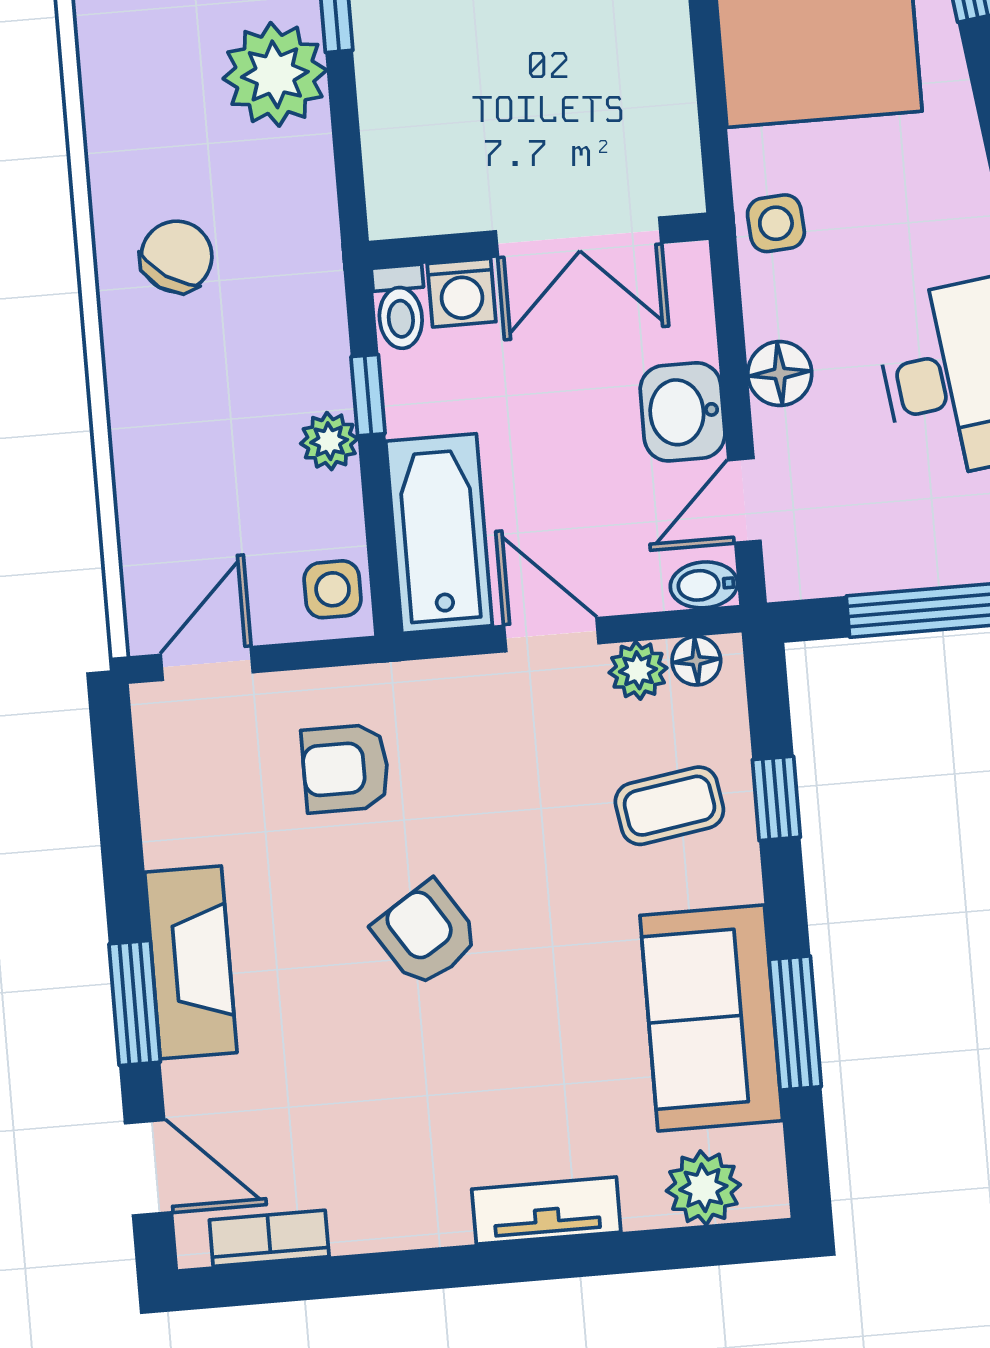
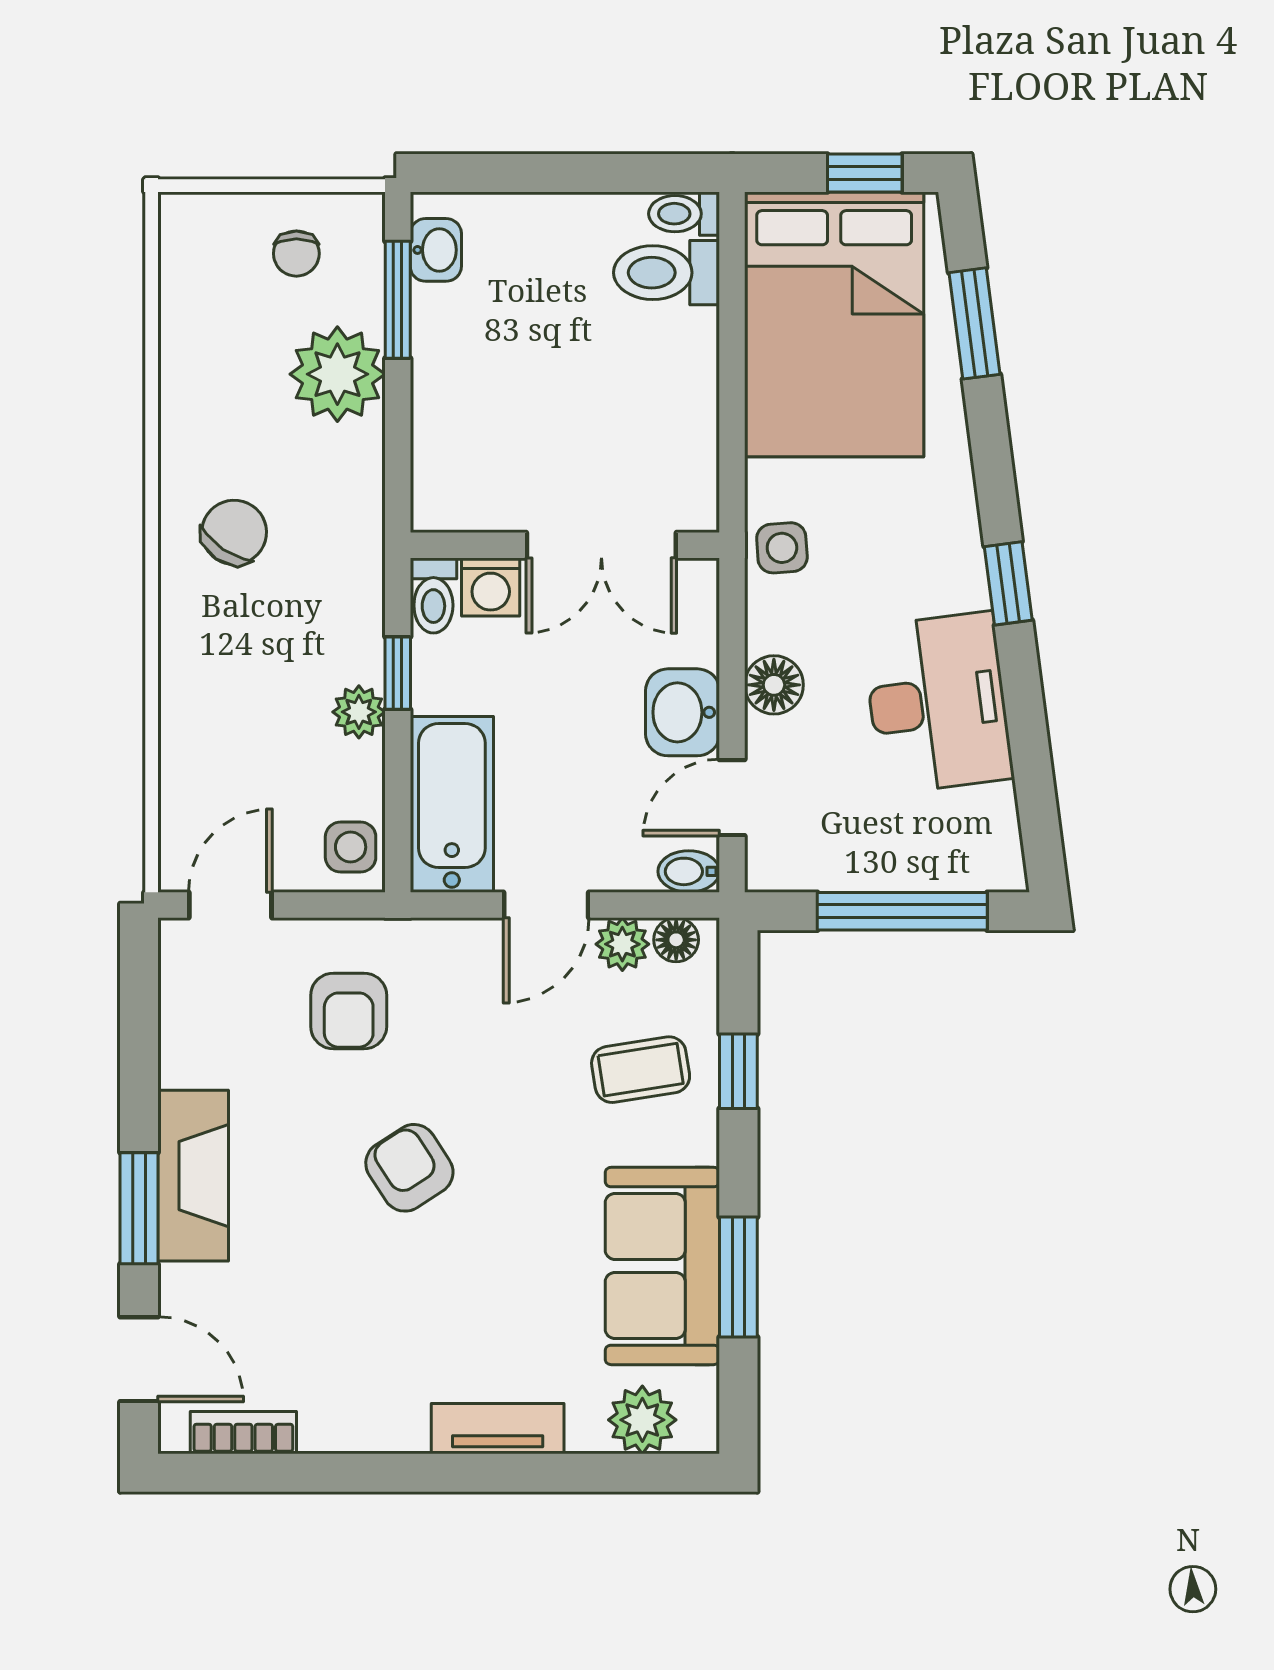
door: (551, 635) -> (546, 905), swing flipped
armchair: (345, 768) -> (349, 1011), turned -90

